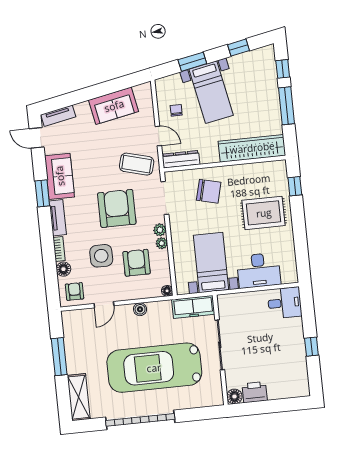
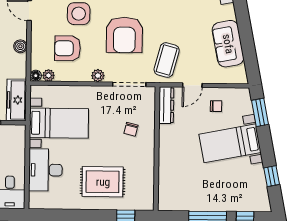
window: (192, 62) -> (260, 112), moved
wardrobe: (252, 148) -> (169, 178), removed
chair: (209, 191) -> (131, 129), width x0.54, depth x0.54
armchair: (117, 208) -> (124, 35), turned 90
rug: (264, 213) -> (103, 182), turned 90
plant: (162, 243) -> (48, 75), moved
armchair: (137, 263) -> (68, 48), turned 180

